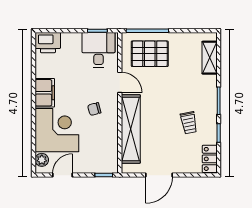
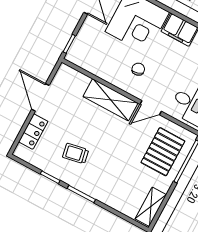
shelving: (210, 58) -> (151, 207), moved, turned 90
shelving: (131, 129) -> (111, 100), width x0.68
locker: (210, 159) -> (33, 132), moved, turned 90

